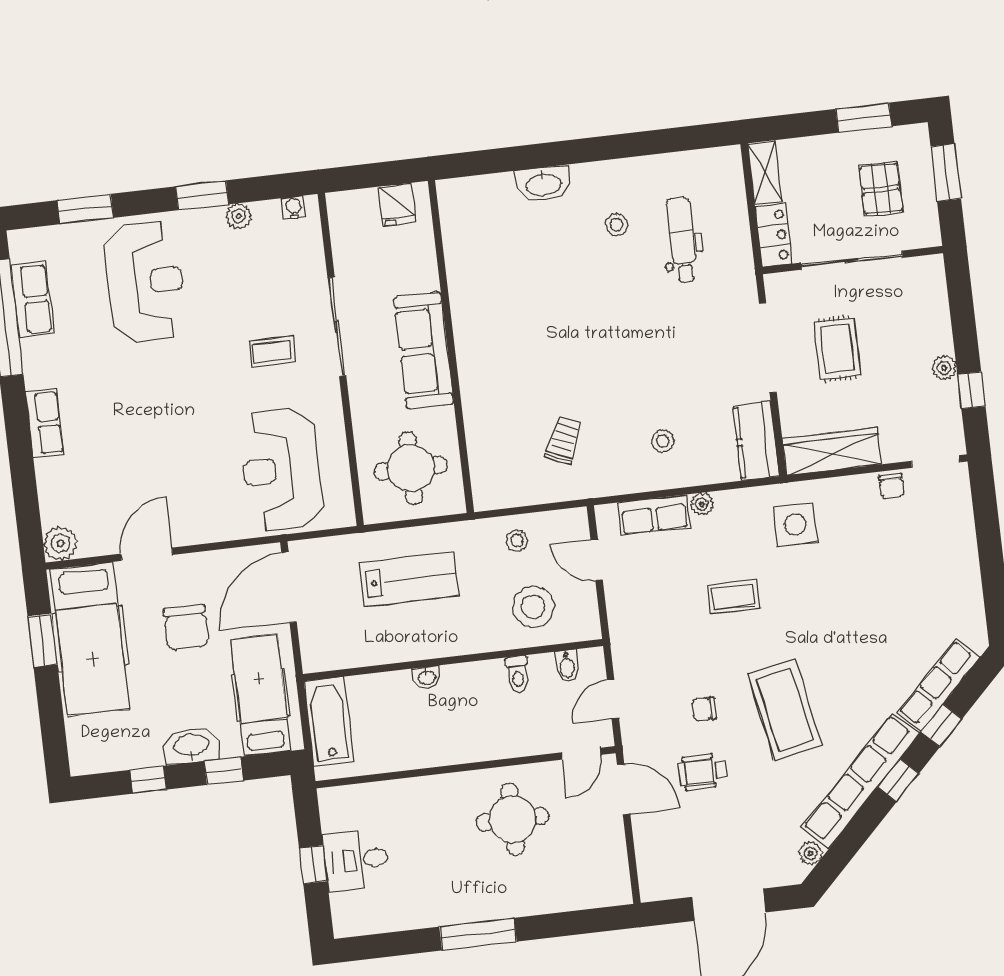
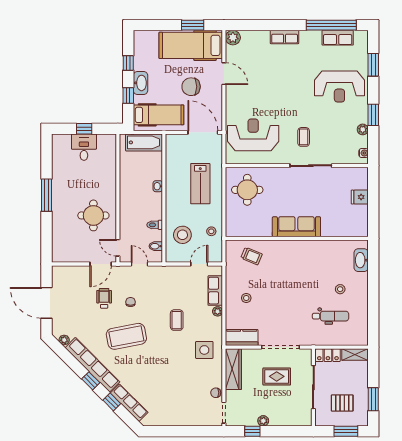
wall: (451, 347) -> (297, 238), moved
sofa: (424, 351) -> (296, 227), moved

